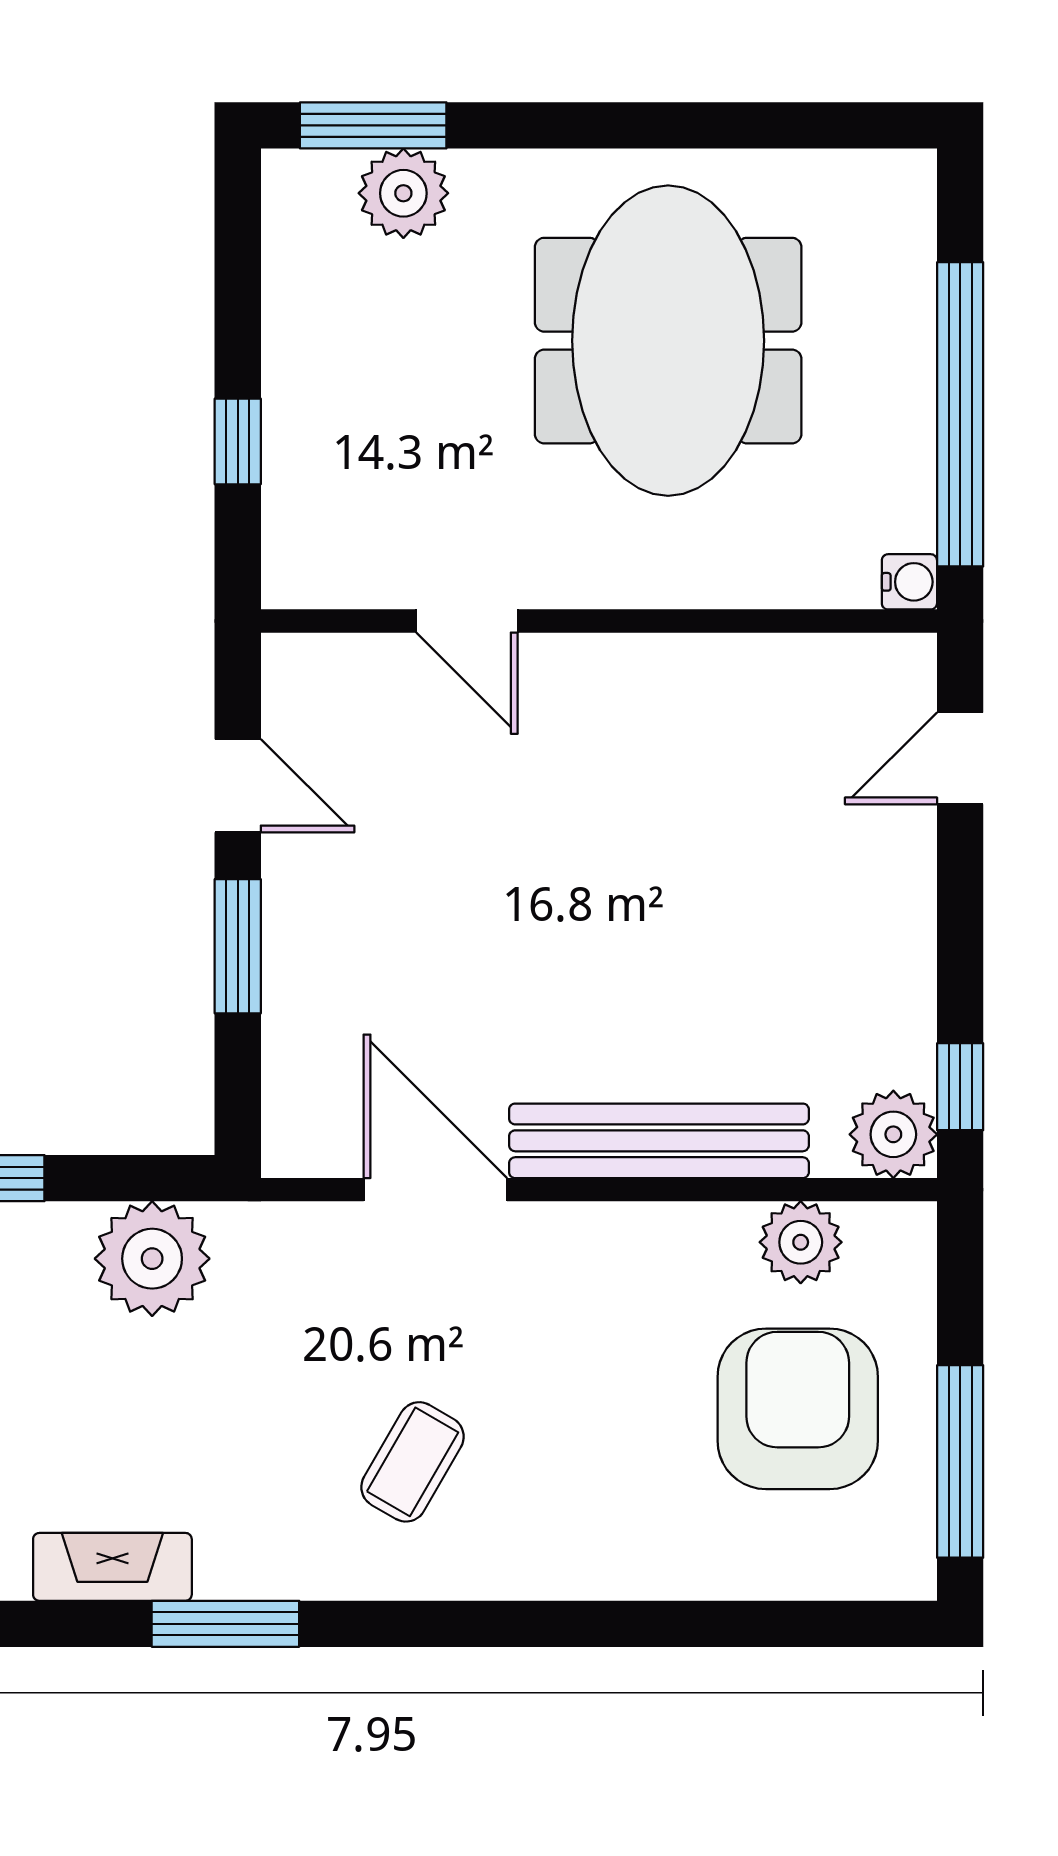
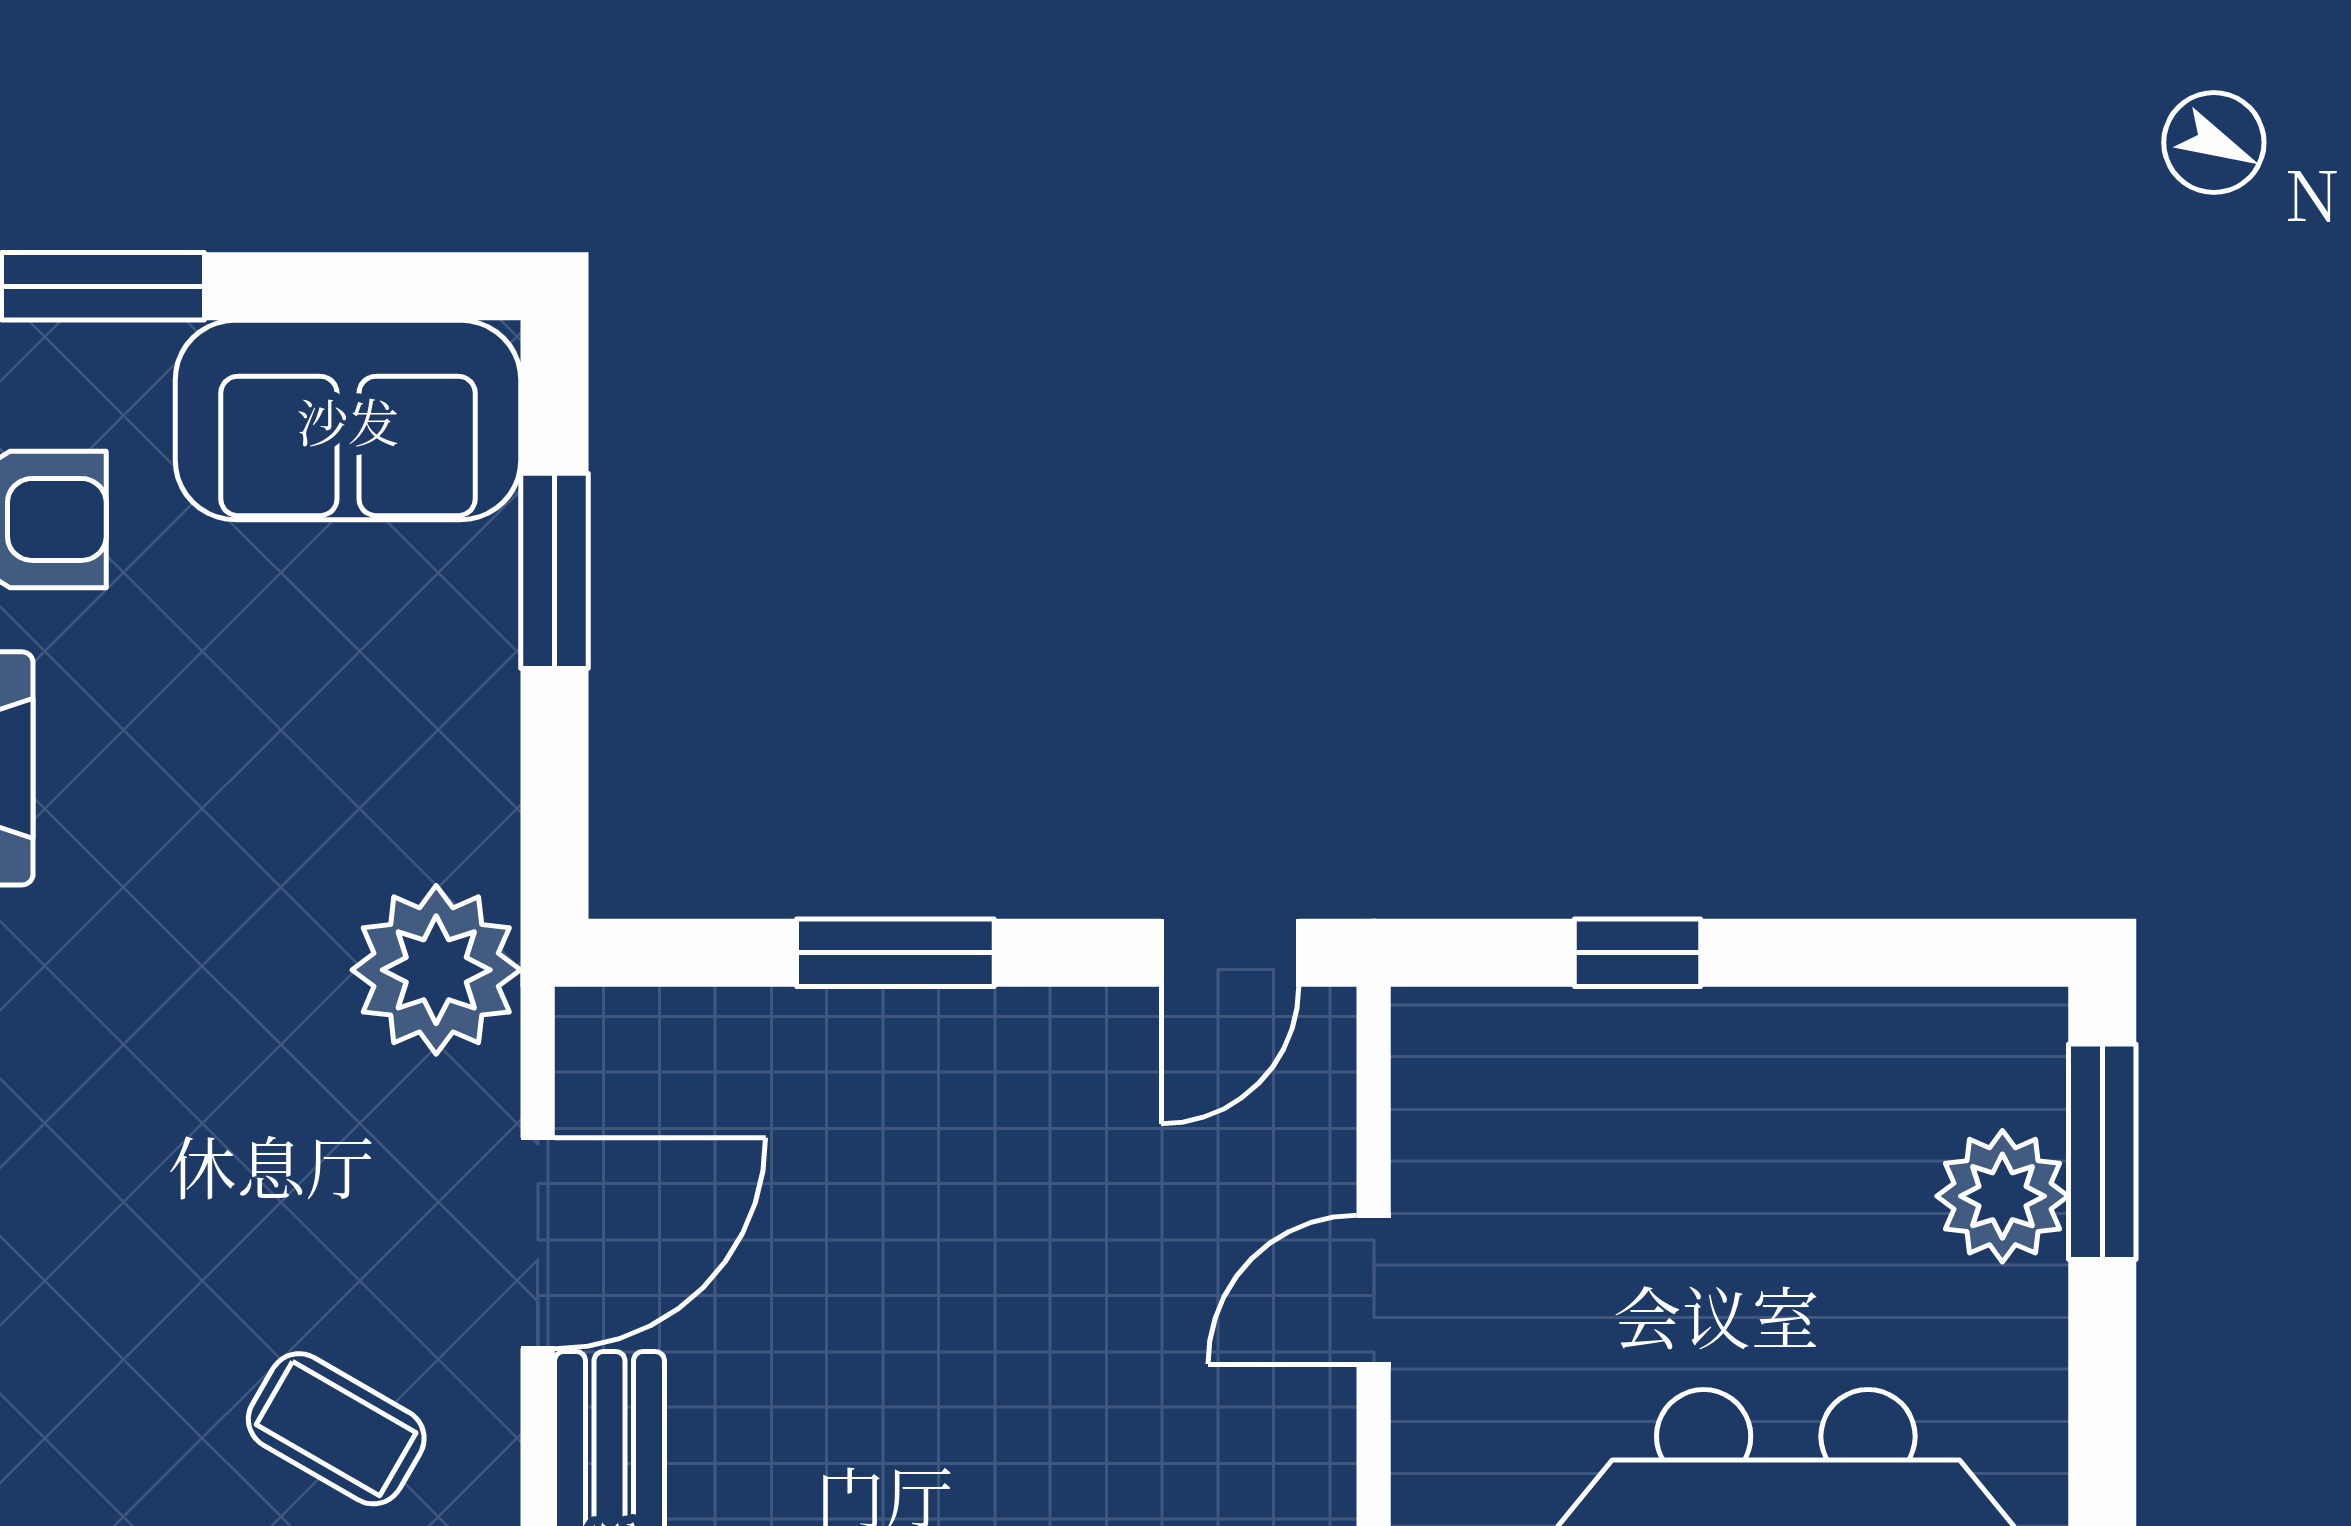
door: (238, 786) -> (1230, 953), moved
plant: (152, 1259) -> (436, 970), moved
coffee table: (413, 1462) -> (336, 1429), moved

